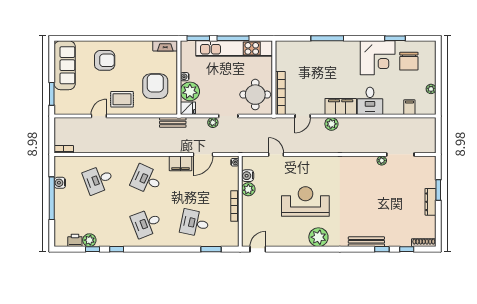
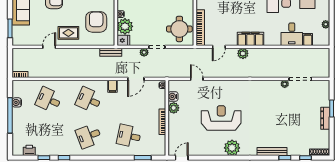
desk: (370, 101) -> (292, 34), moved
filing cabinet: (181, 163) -> (113, 86), width x0.50
desk: (98, 180) -> (49, 100), turned 45
plant: (89, 240) -> (41, 150), removed

